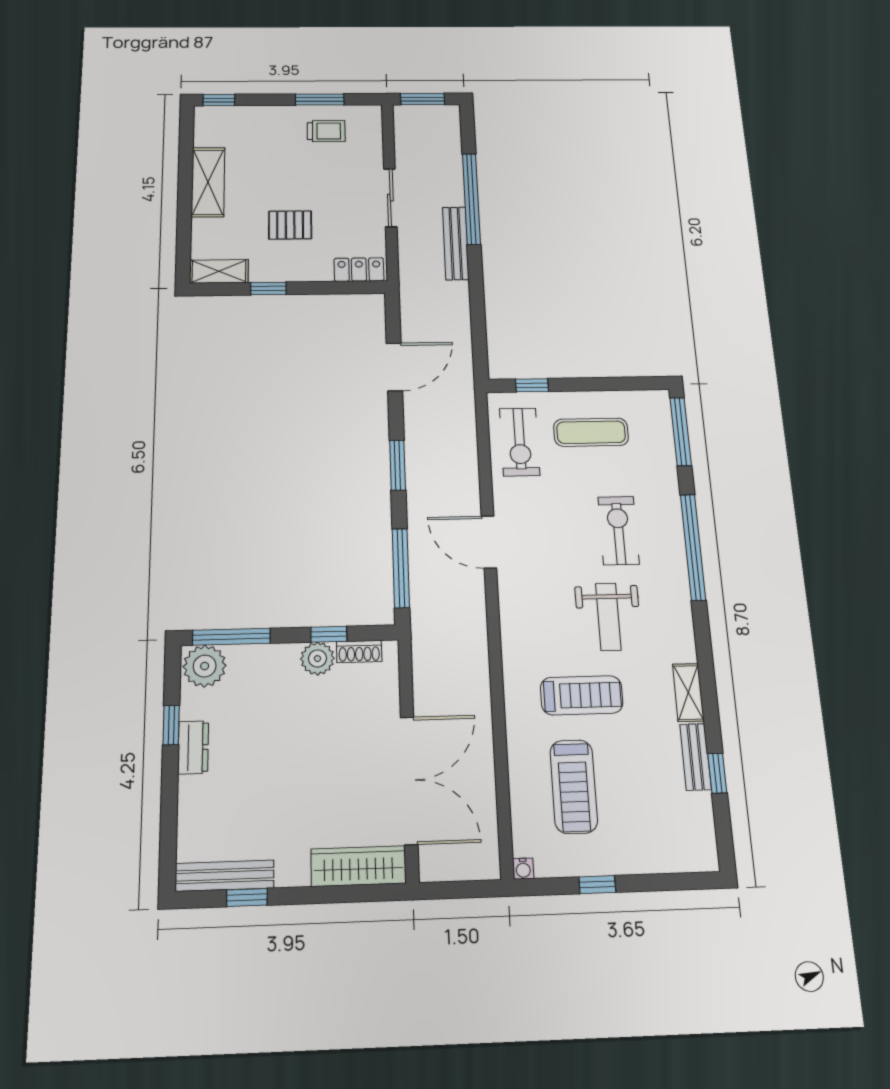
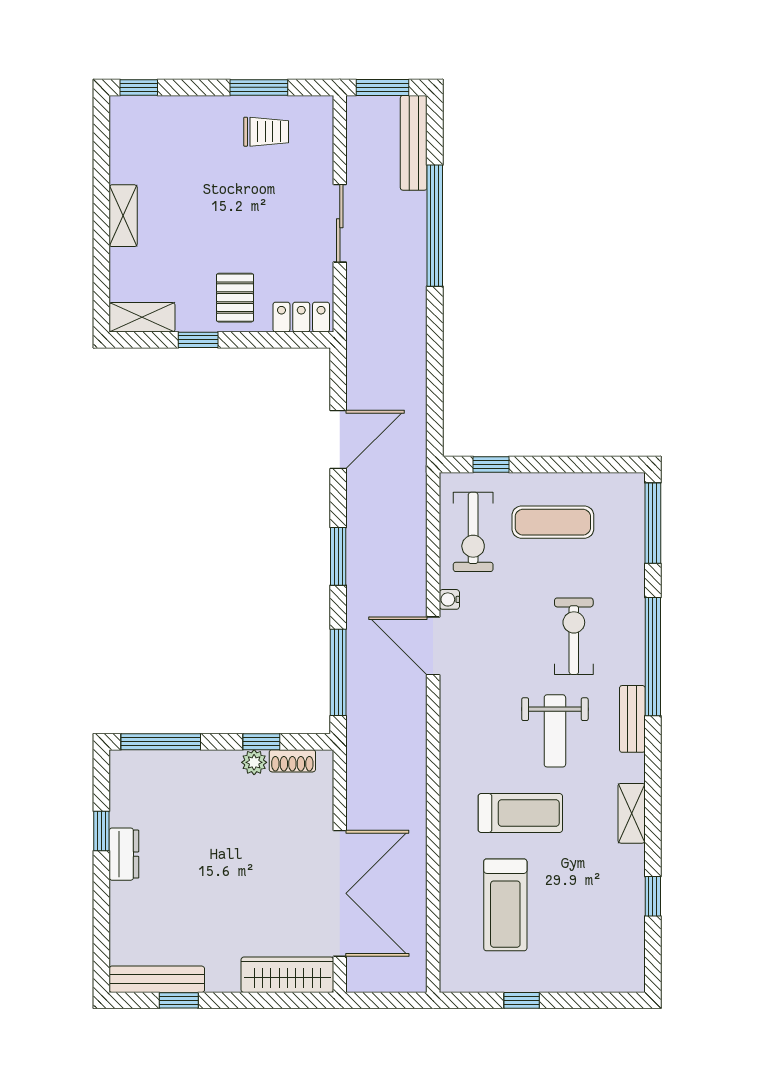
shelving: (208, 182) -> (123, 216), width x0.67, depth x0.75
pallet: (290, 225) -> (235, 298), moved, turned 90
bench: (456, 243) -> (414, 143), moved
plant: (317, 659) -> (254, 762), width x0.73, depth x0.73
plant: (205, 666) -> (134, 772), removed
bench: (696, 757) -> (632, 719), moved
water cooler: (523, 869) -> (449, 599), moved, turned 90

